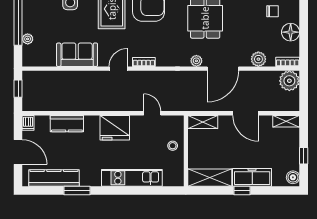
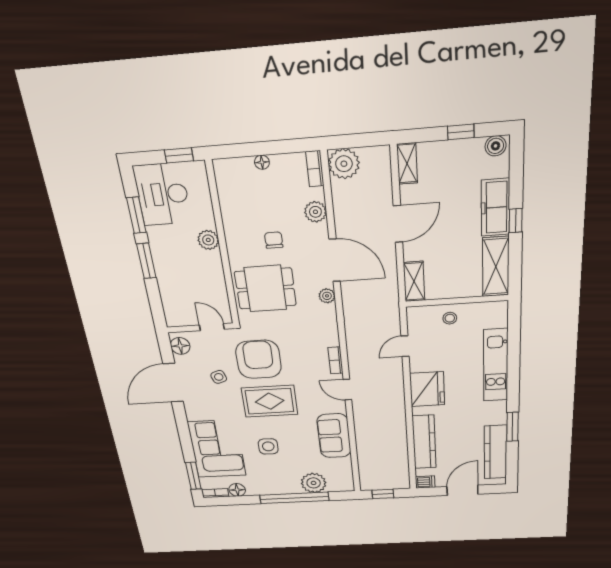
chair: (273, 11) -> (274, 240), moved
floor lamp: (291, 32) -> (262, 162), width x0.53, depth x0.53
plant: (28, 39) -> (314, 483), width x1.88, depth x1.88
kitchen counter: (67, 124) -> (424, 442), width x1.50

